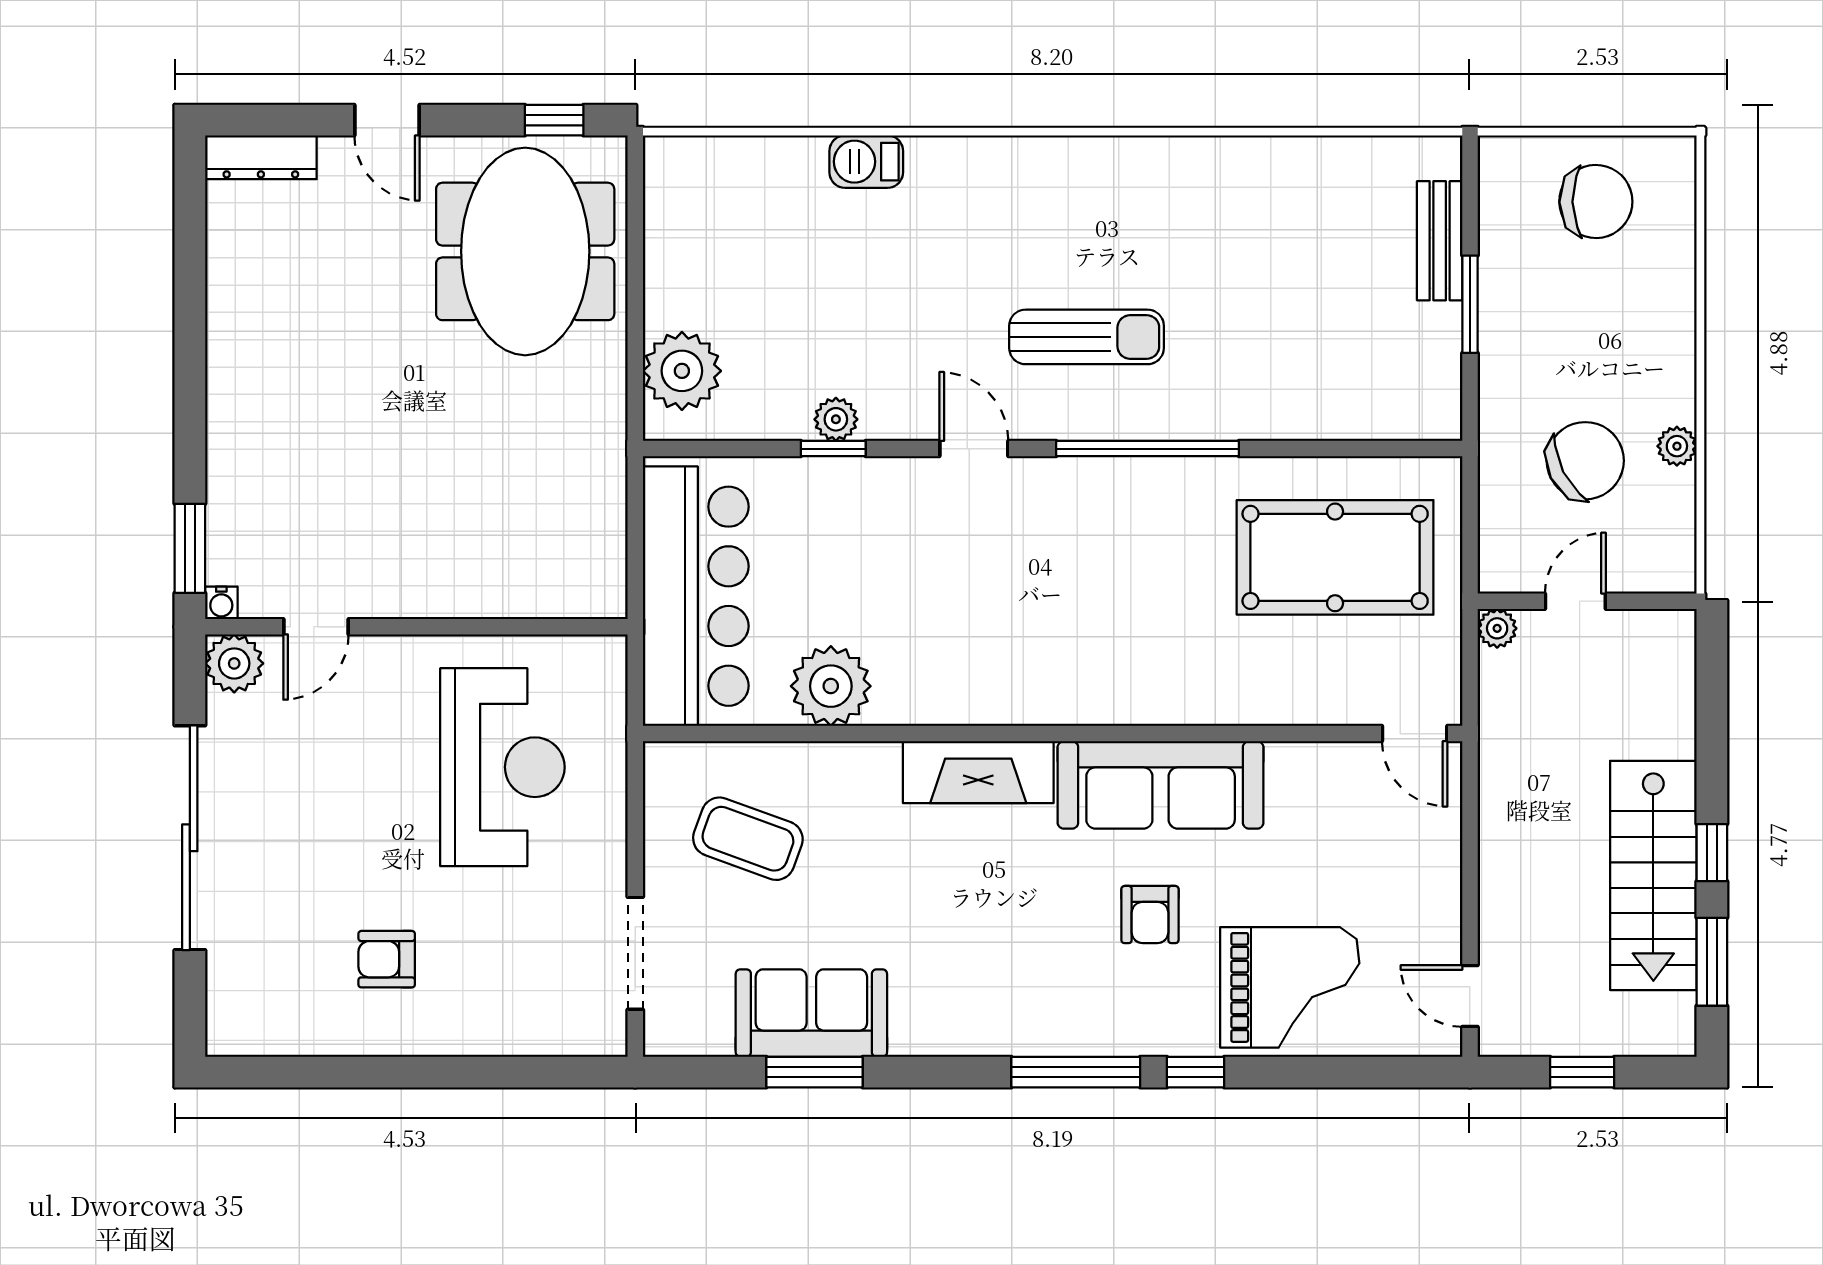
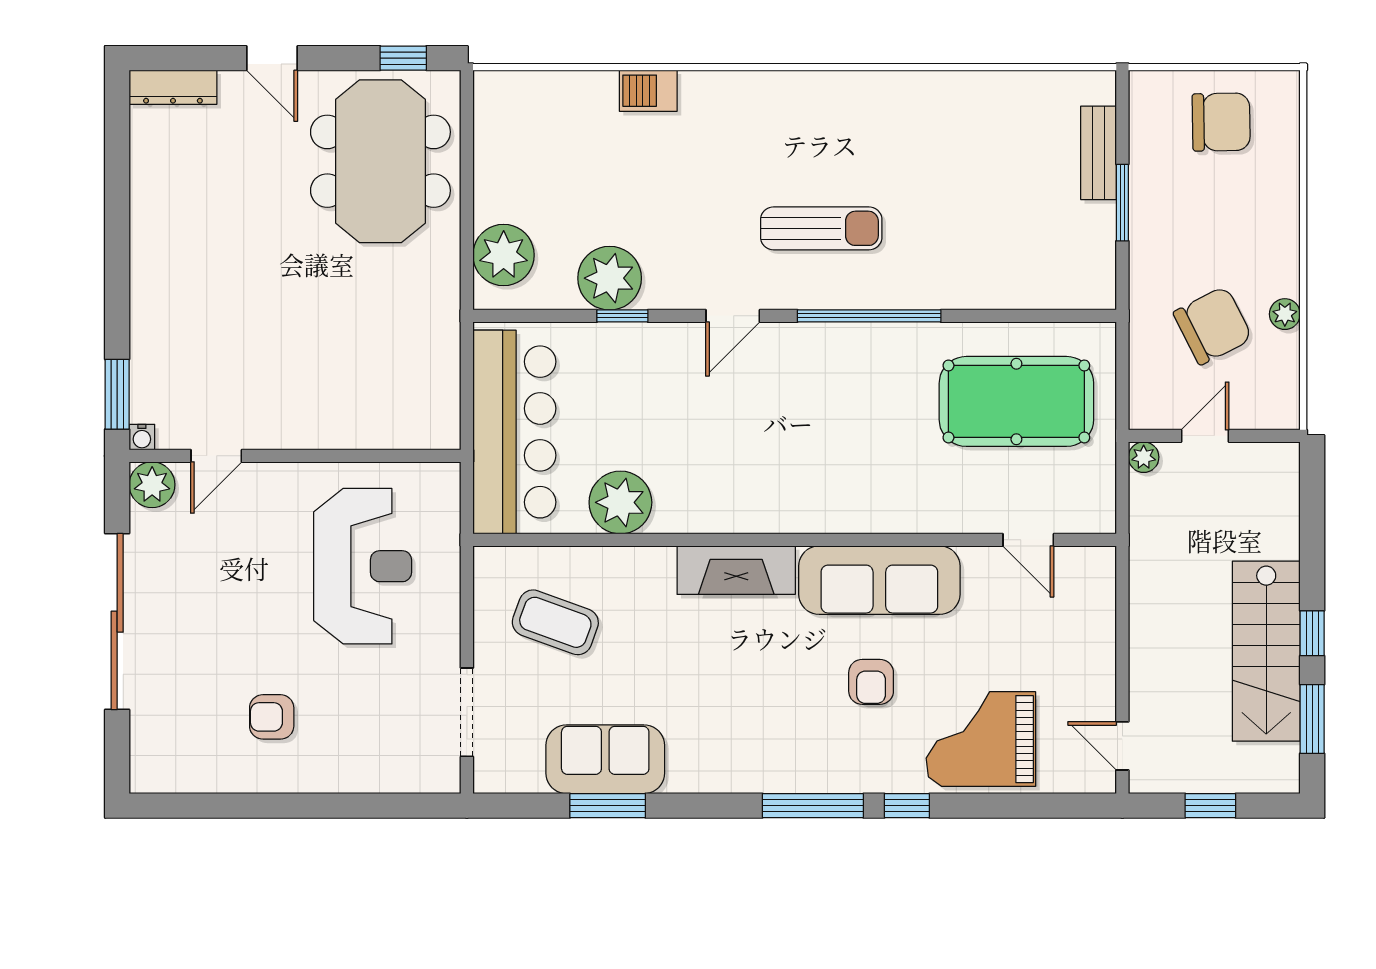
plant: (836, 419) -> (610, 278), width x1.87, depth x1.87
door: (974, 449) -> (733, 316), swing flipped
door: (1415, 734) -> (1028, 540), moved
grand piano: (1290, 987) -> (981, 739), turned 180

